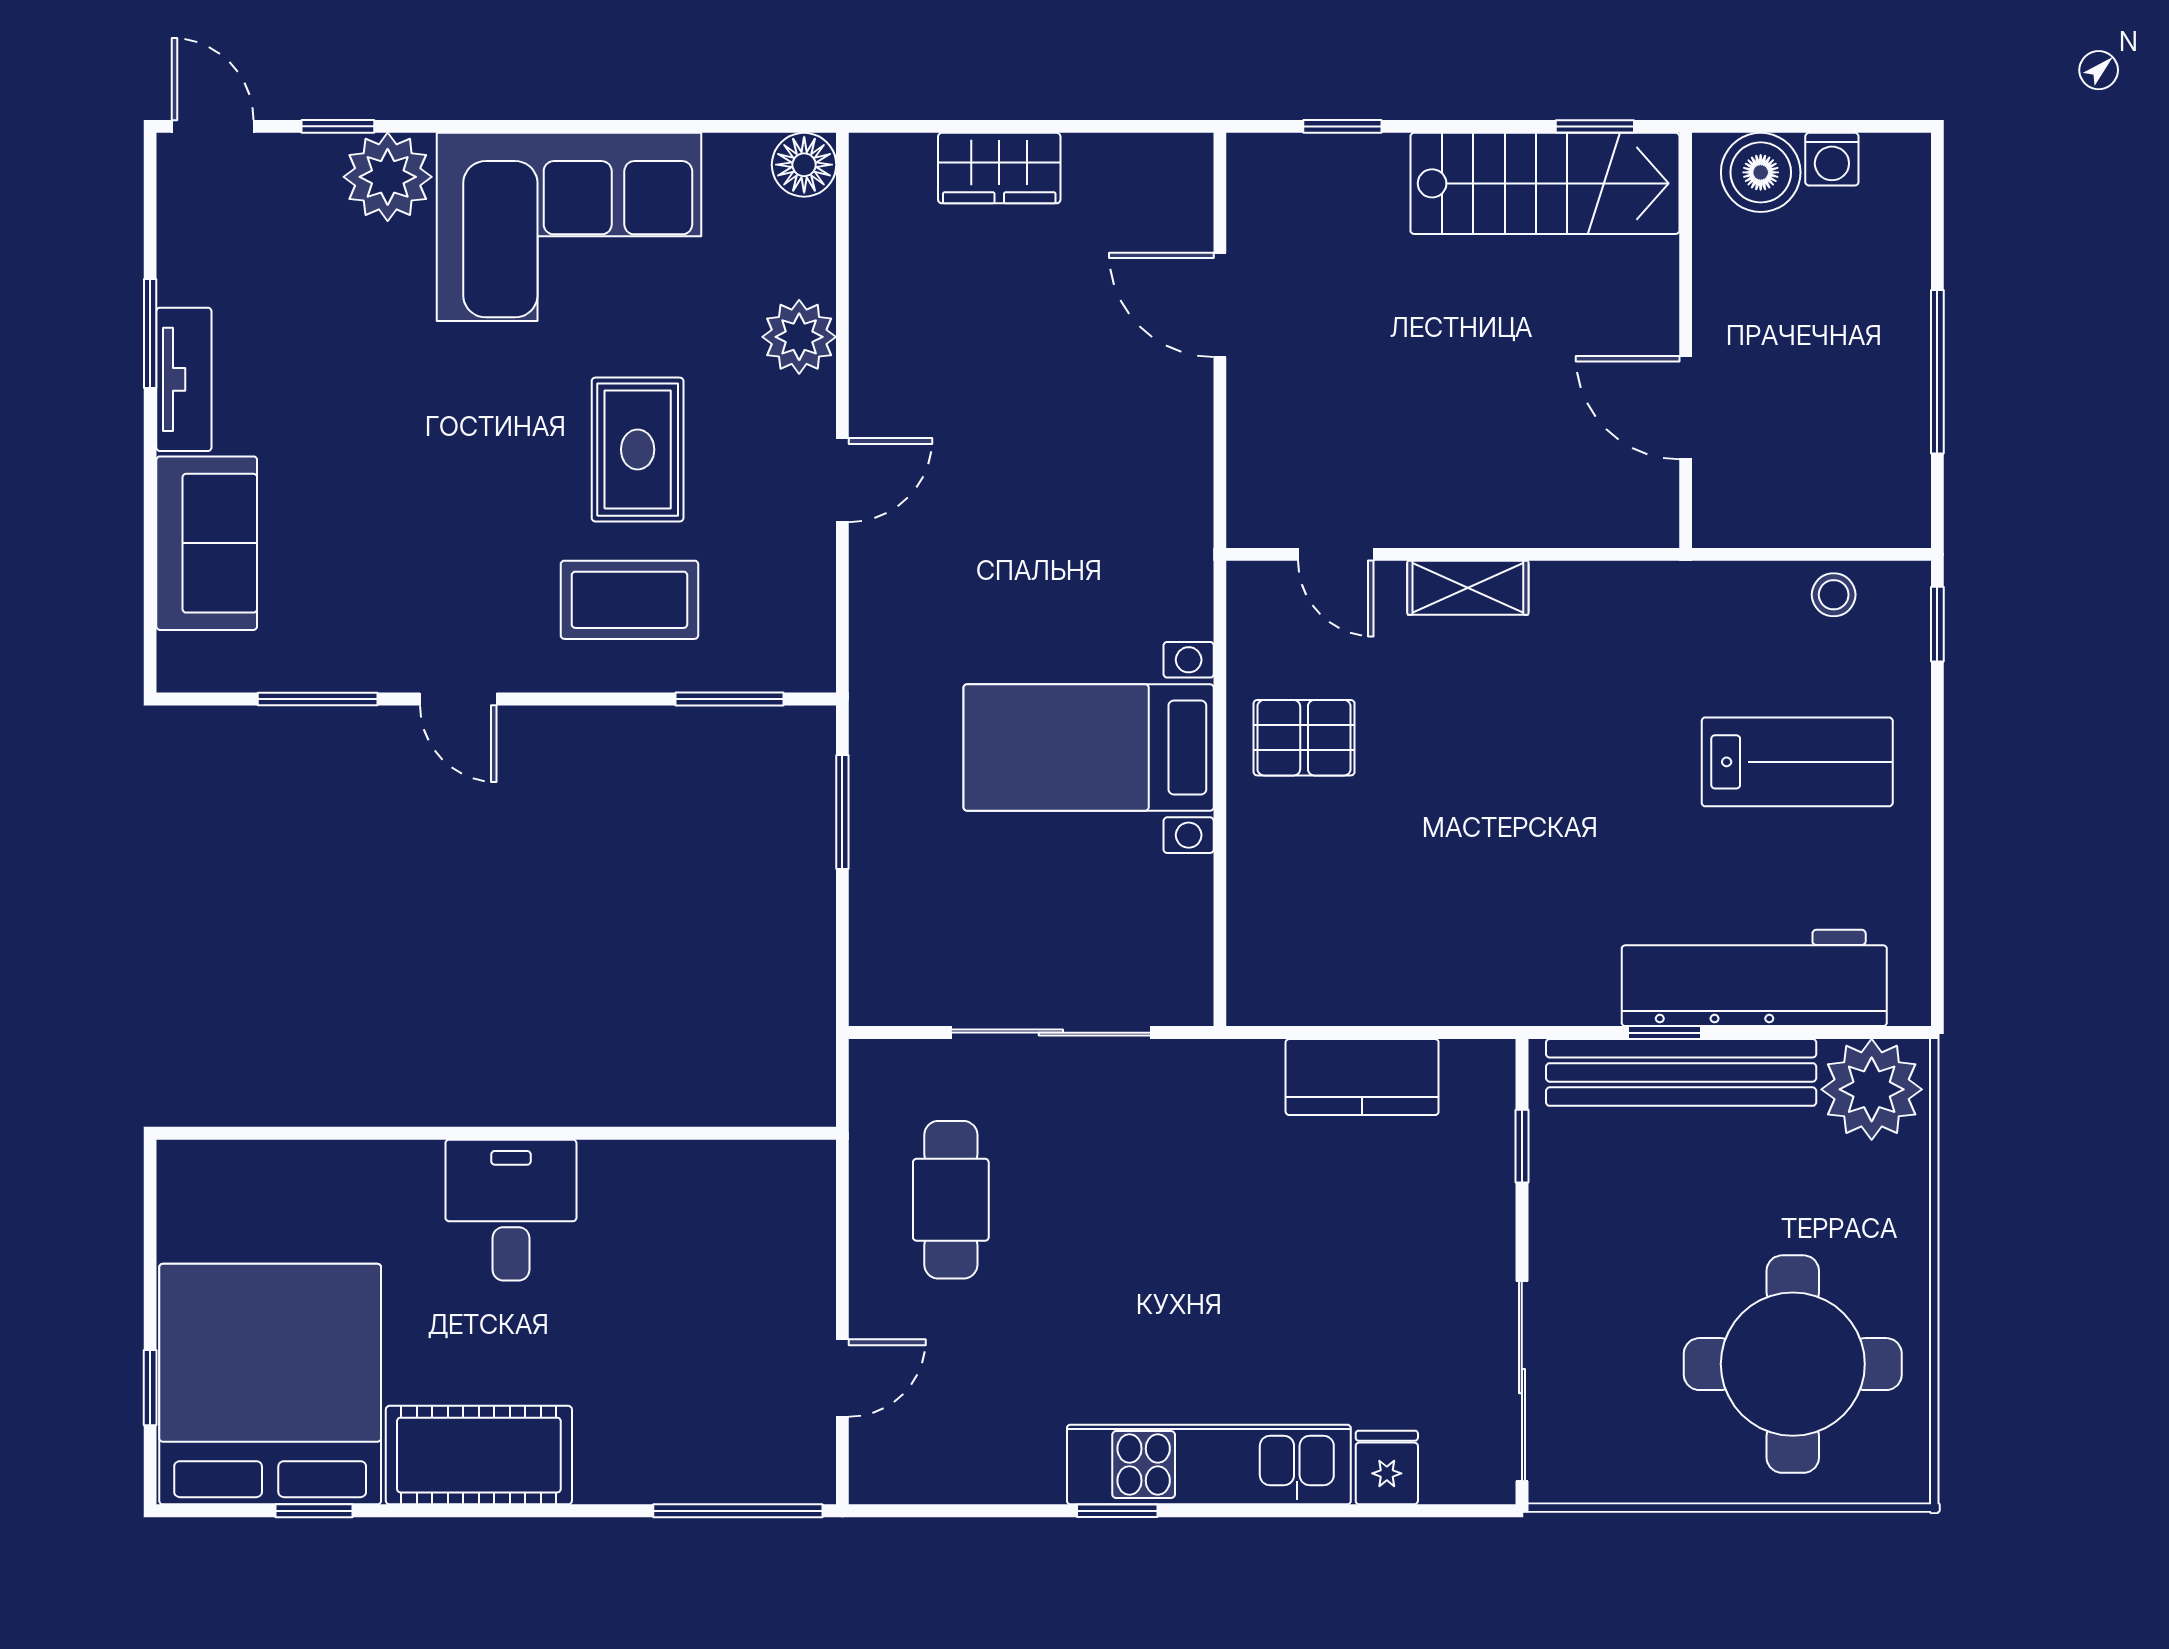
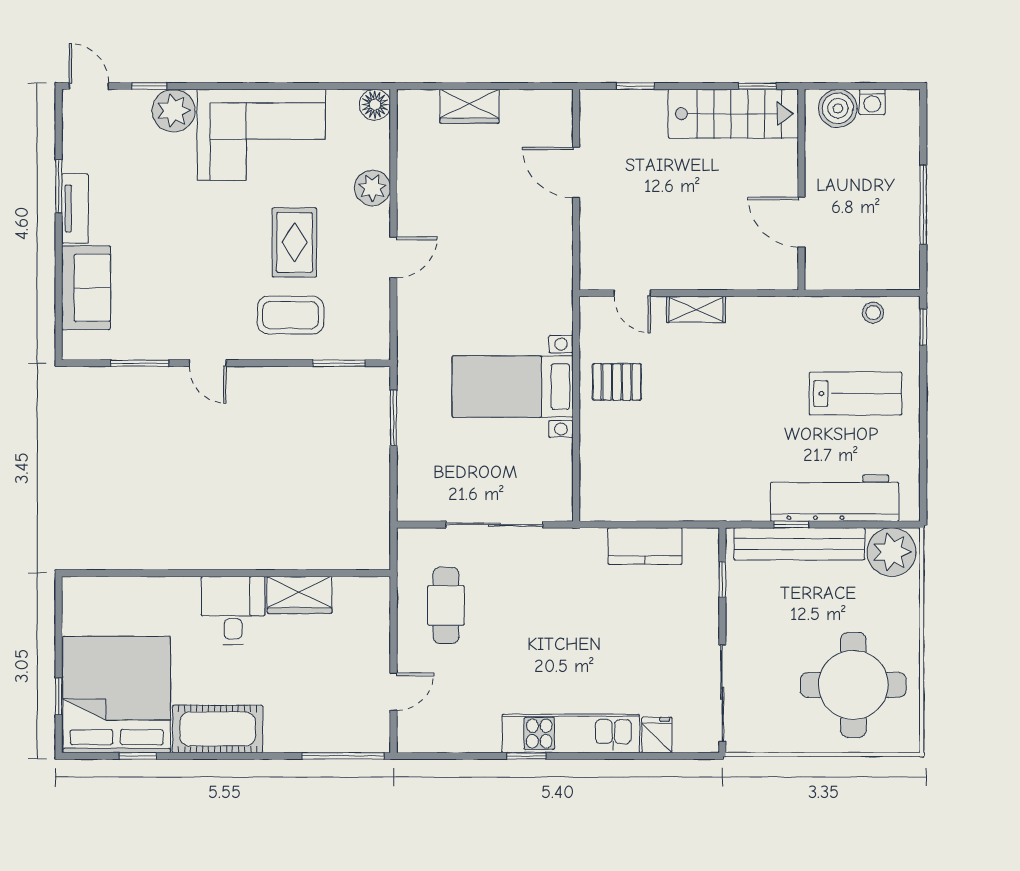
wardrobe: (648, 1178) -> (299, 595), added

